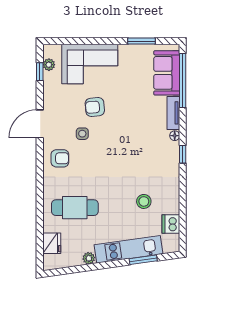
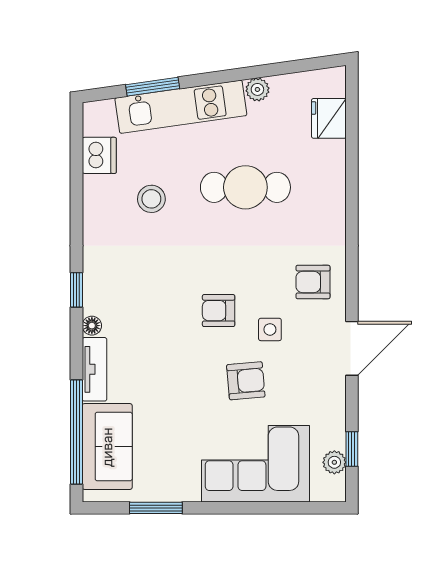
armchair: (109, 143) -> (219, 311), added
cafe table: (75, 208) -> (245, 187), moved

